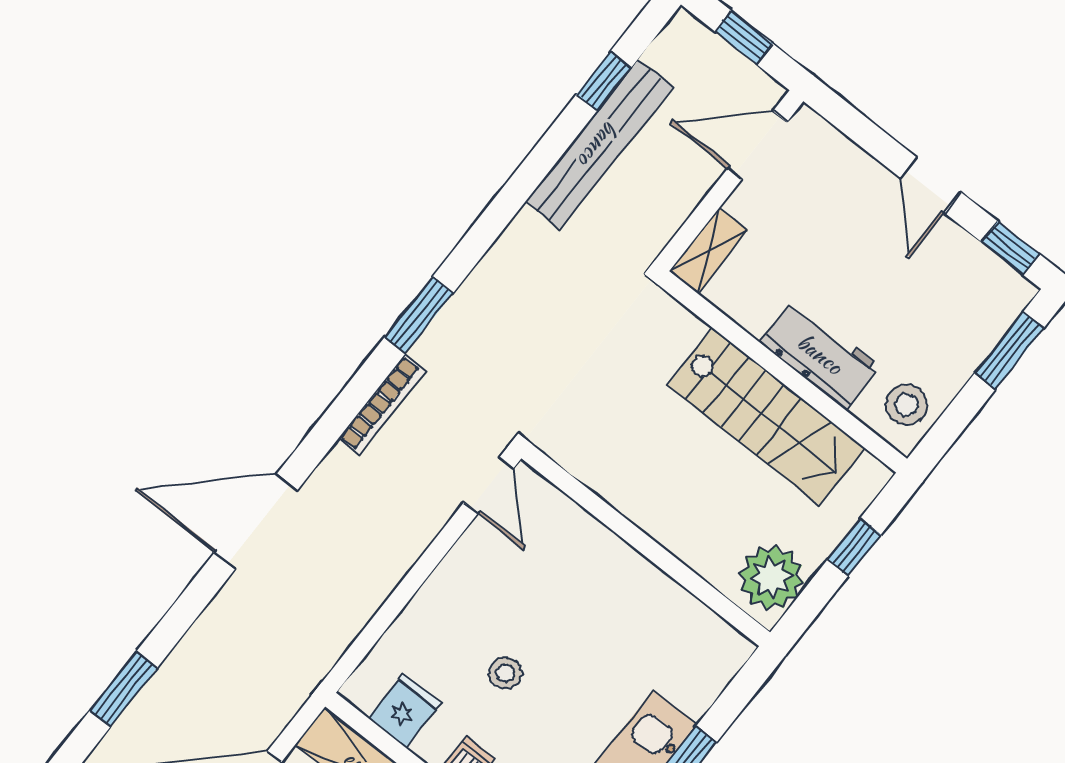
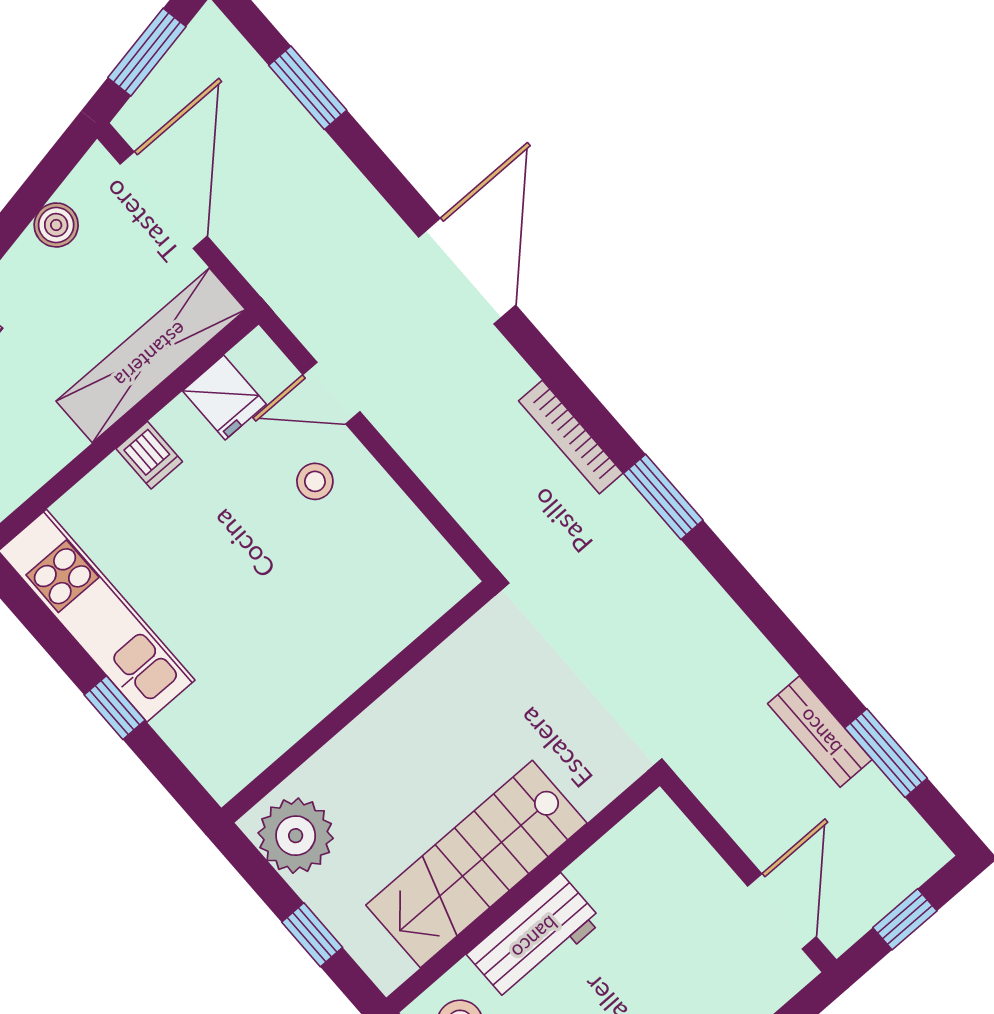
window: (604, 81) -> (886, 753), width x1.50
bench: (599, 144) -> (820, 732), width x0.54, depth x0.82
shelving: (709, 251) -> (674, 835), removed
door: (489, 485) -> (331, 393), moved
stool: (505, 673) -> (315, 481), moved

